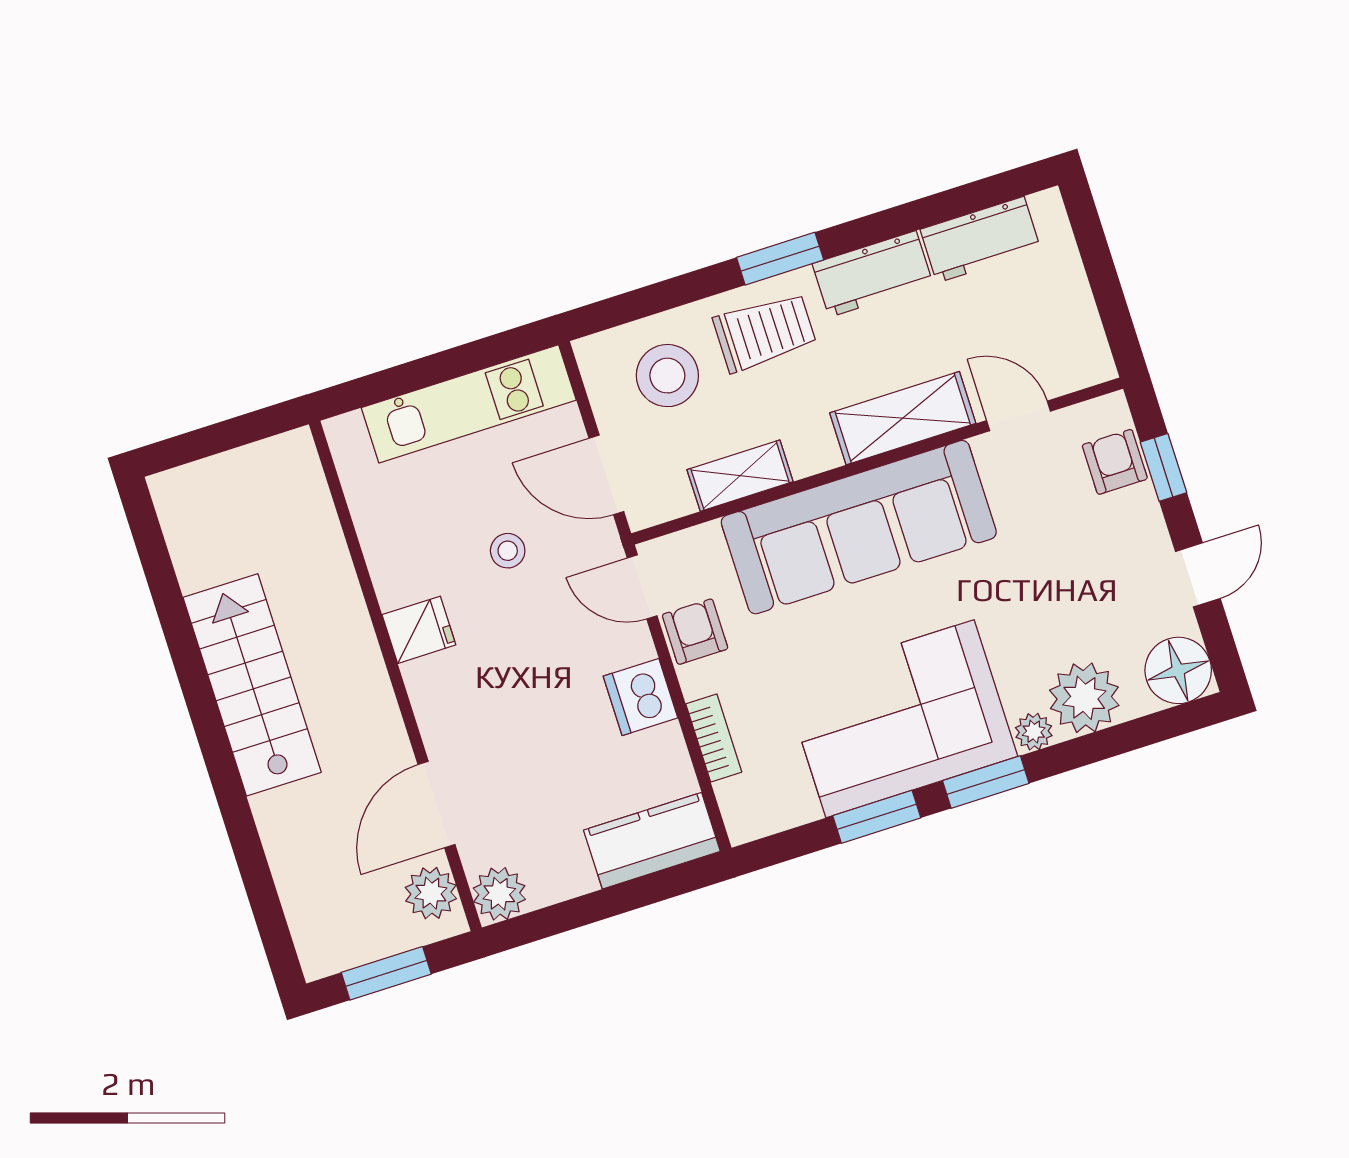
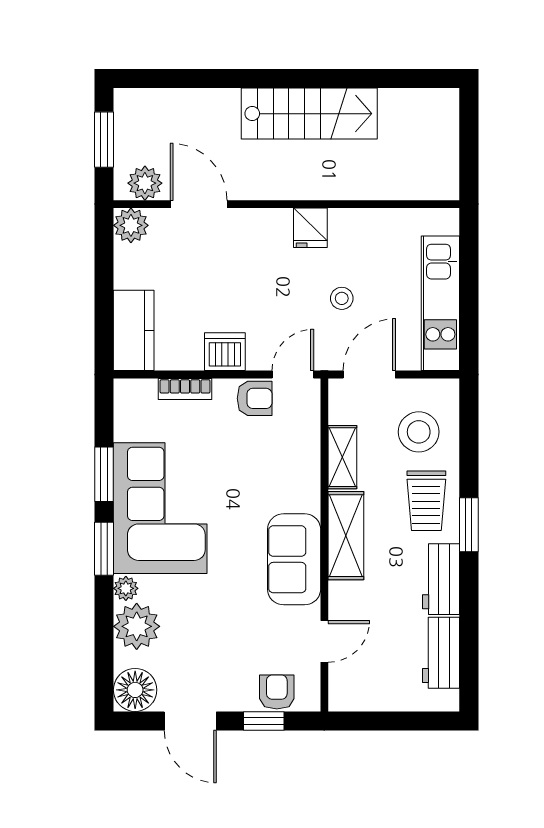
shelving: (903, 418) -> (346, 536), moved
armchair: (1115, 462) -> (277, 692), turned -90
sofa: (859, 527) -> (294, 559), width x0.54, depth x0.79
door: (1198, 575) -> (190, 721), width x1.38

